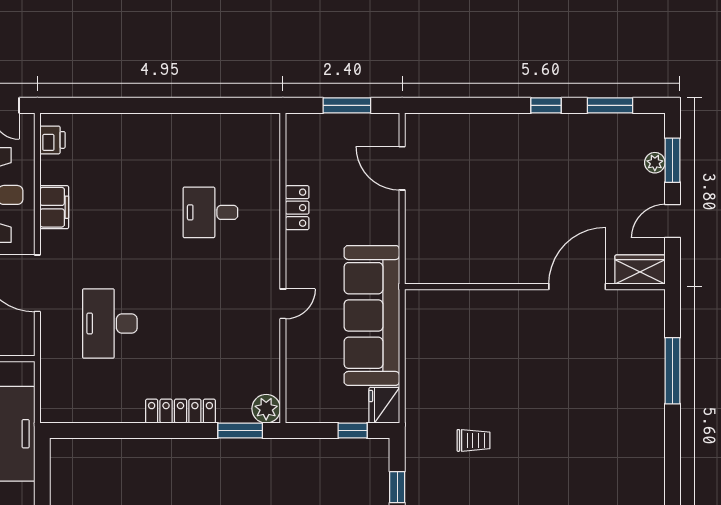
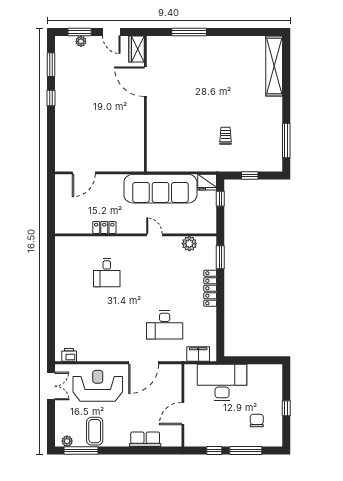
window: (347, 105) -> (51, 202), removed
filing cabinet: (54, 207) -> (198, 354), moved
plant: (266, 409) -> (189, 244), moved

